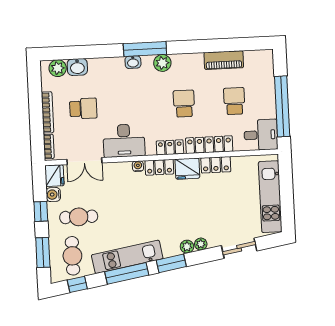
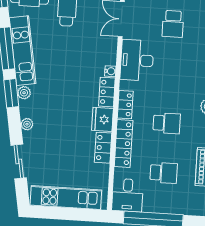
plant: (187, 247) -> (24, 93), moved

